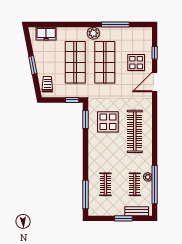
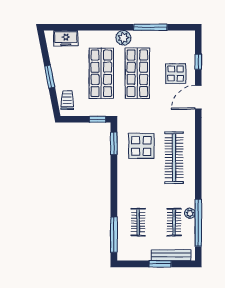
bench: (137, 211) -> (171, 255), width x1.36

